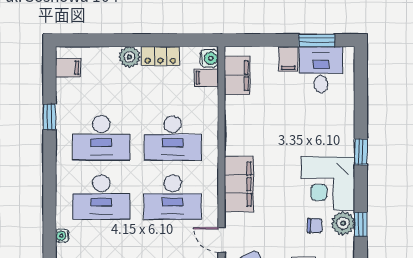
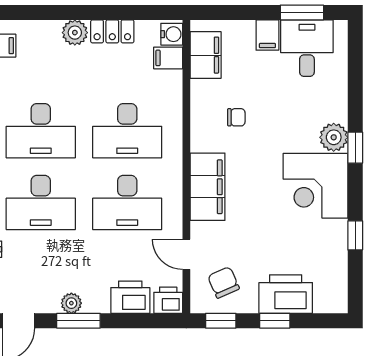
plant: (343, 223) -> (334, 137), moved
chair: (315, 226) -> (236, 117), moved

